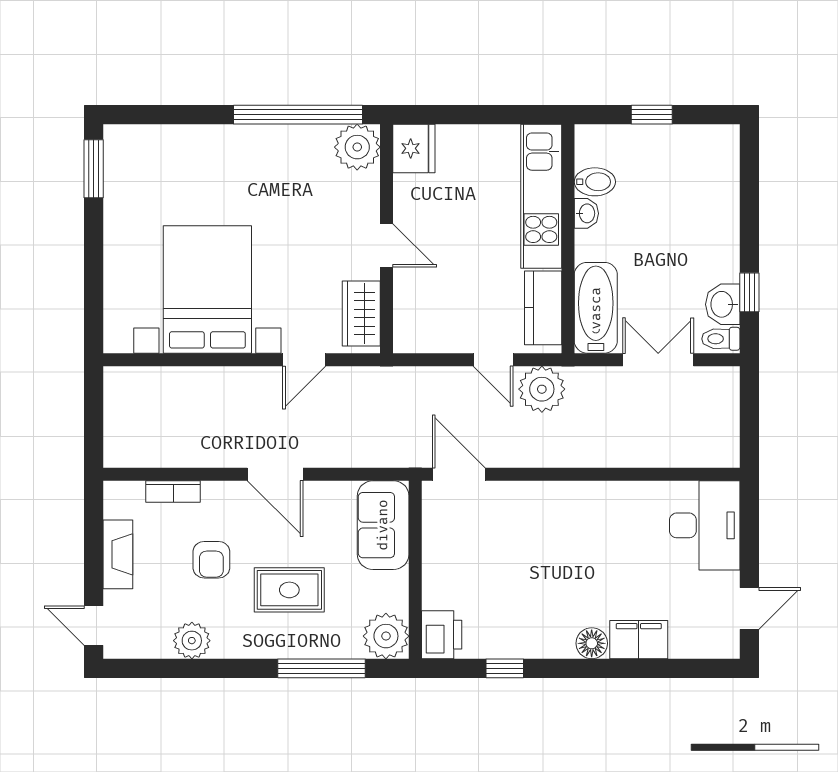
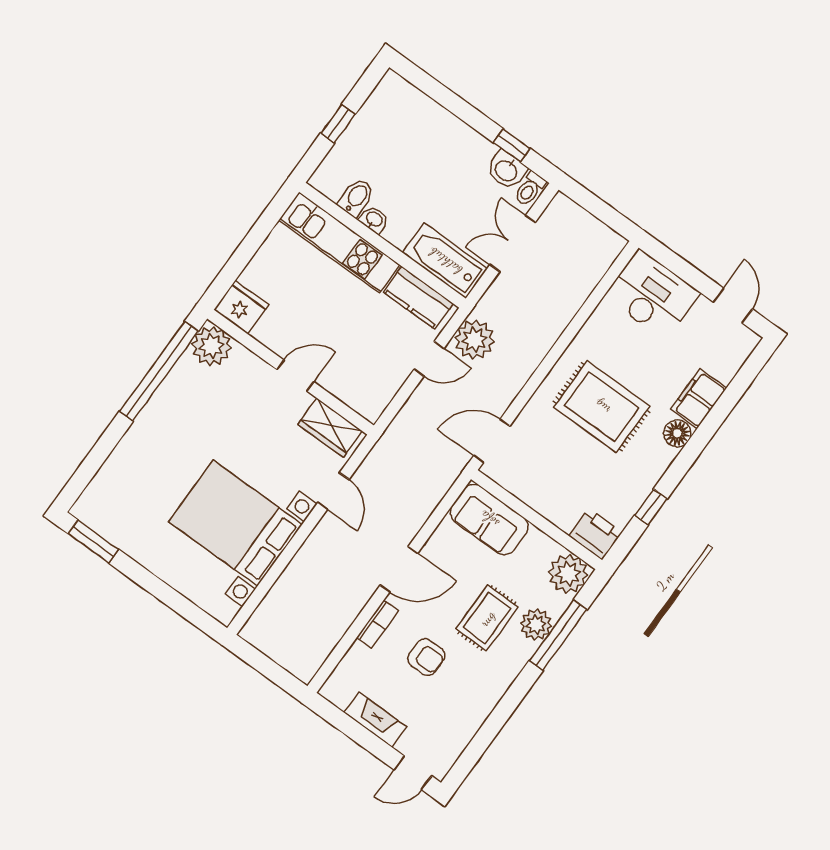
bookcase: (173, 491) -> (378, 624), moved
rug: (565, 554) -> (602, 407), added
plant: (192, 641) -> (536, 625), moved

